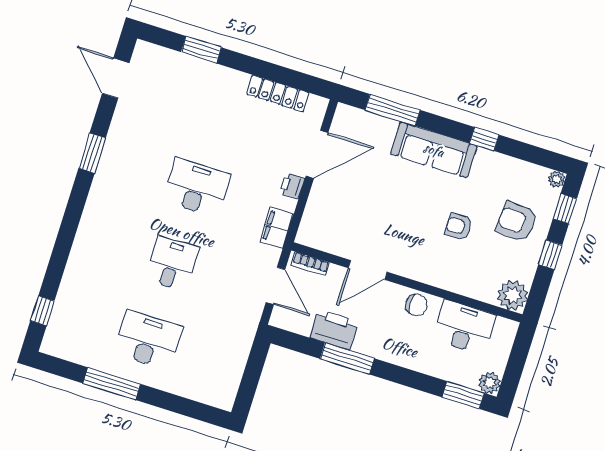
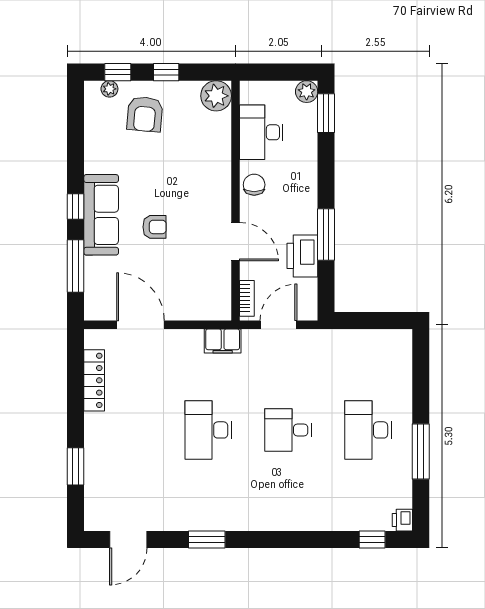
window: (484, 139) -> (76, 206), moved
plant: (557, 179) -> (109, 89), moved
printer: (292, 186) -> (402, 520), moved, turned 90
armchair: (459, 227) -> (154, 227), moved, turned -90

